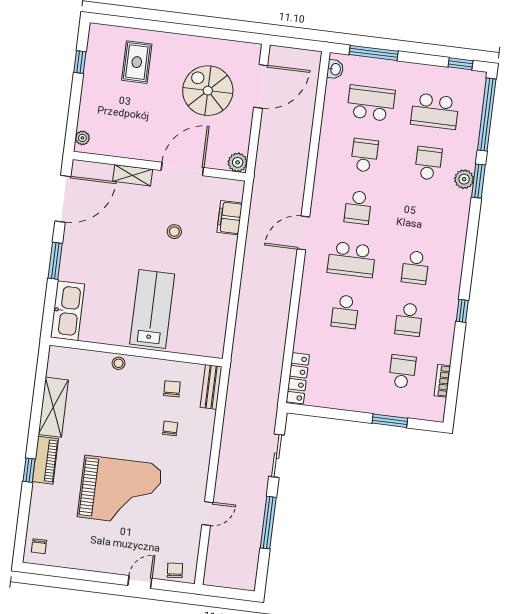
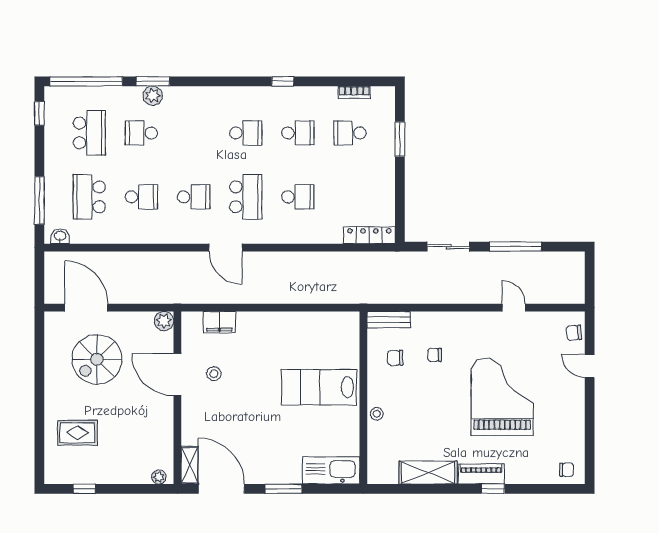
school desk: (364, 155) -> (141, 197), turned 180
shelving: (133, 175) -> (190, 465), moved
stool: (174, 232) -> (214, 374), moved

